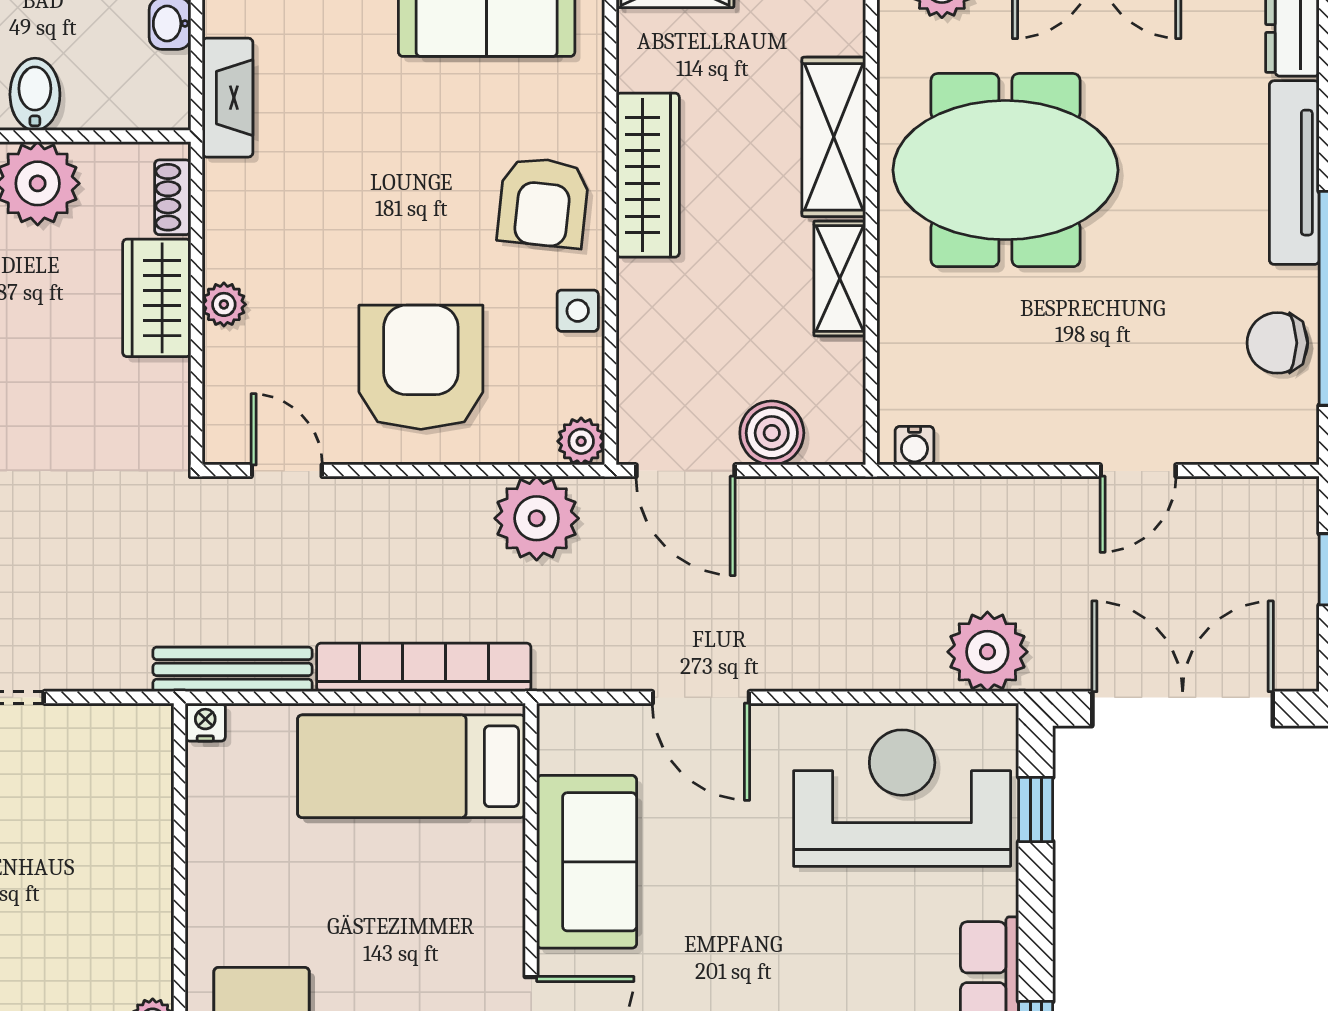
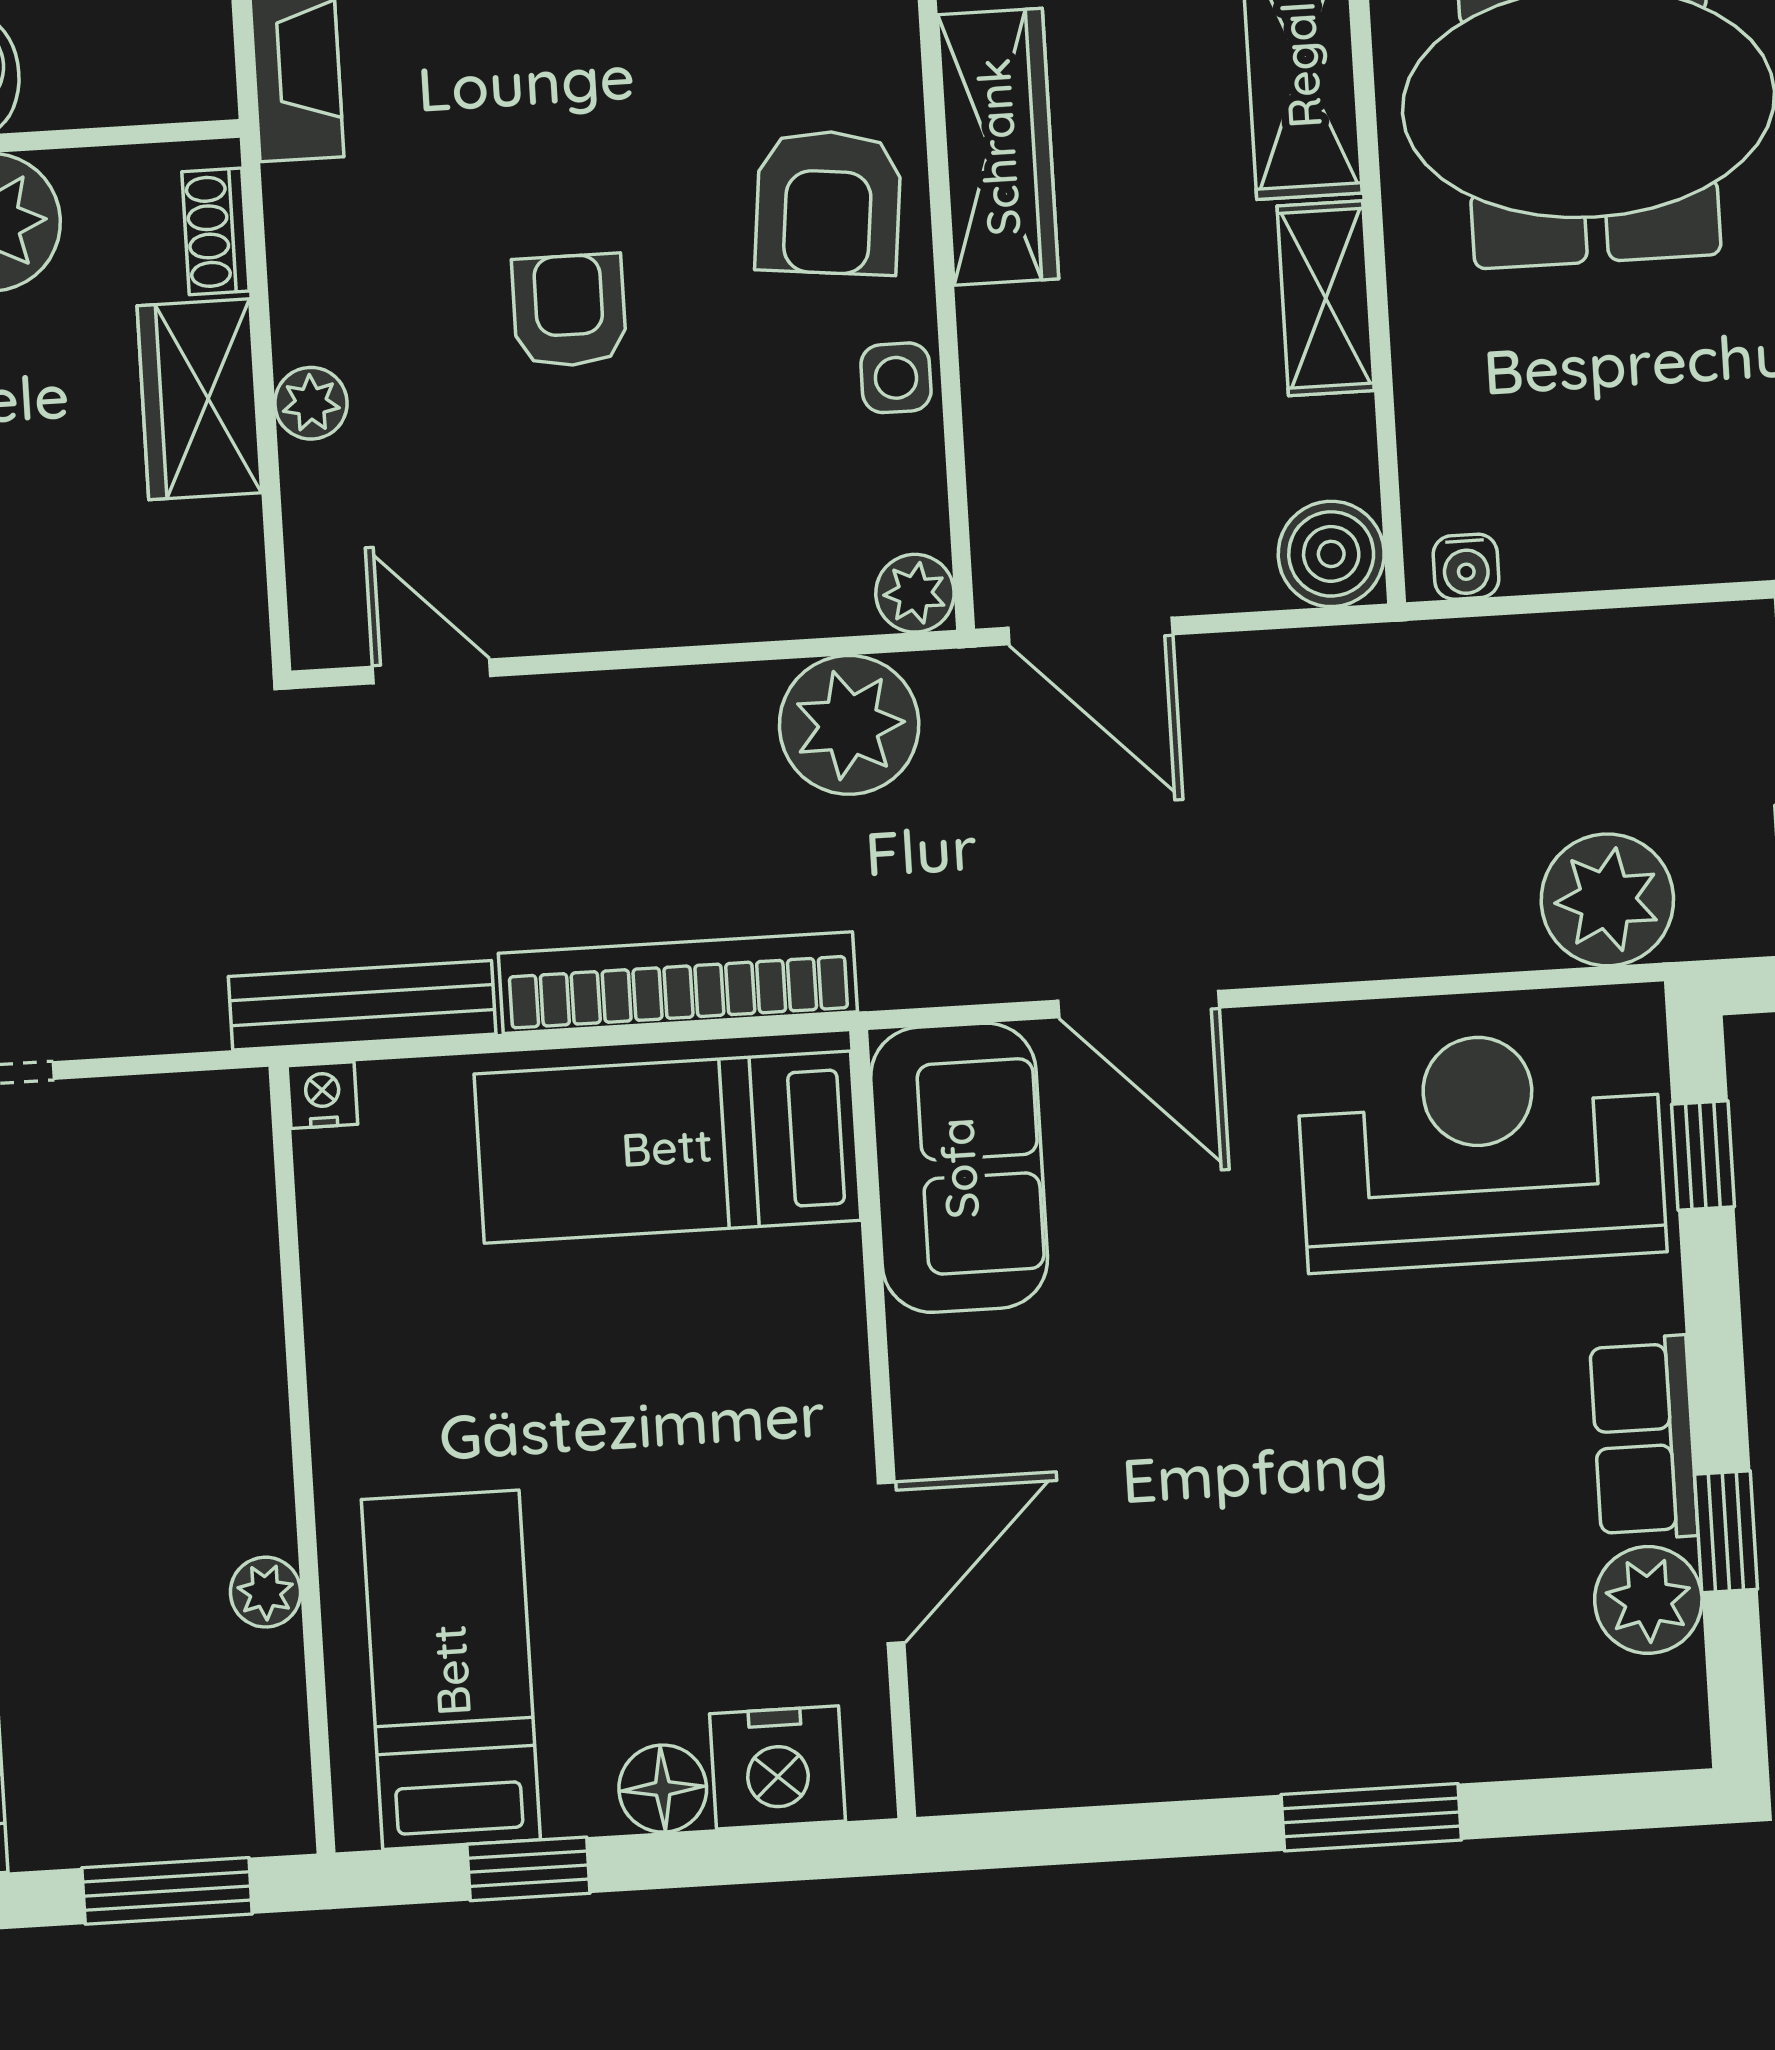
armchair: (421, 367) -> (569, 311), moved, width x0.53, depth x0.53
boiler: (772, 433) -> (1331, 554), moved
sofa: (587, 862) -> (959, 1168), moved

